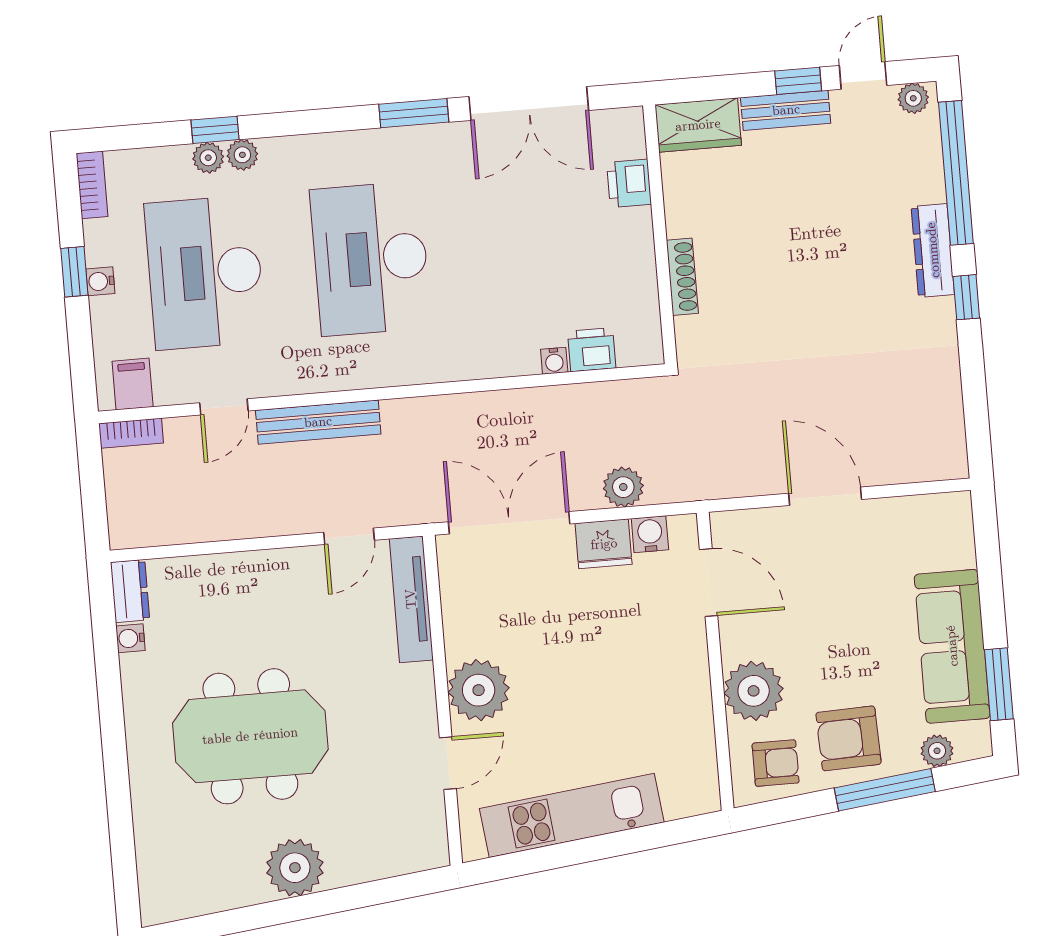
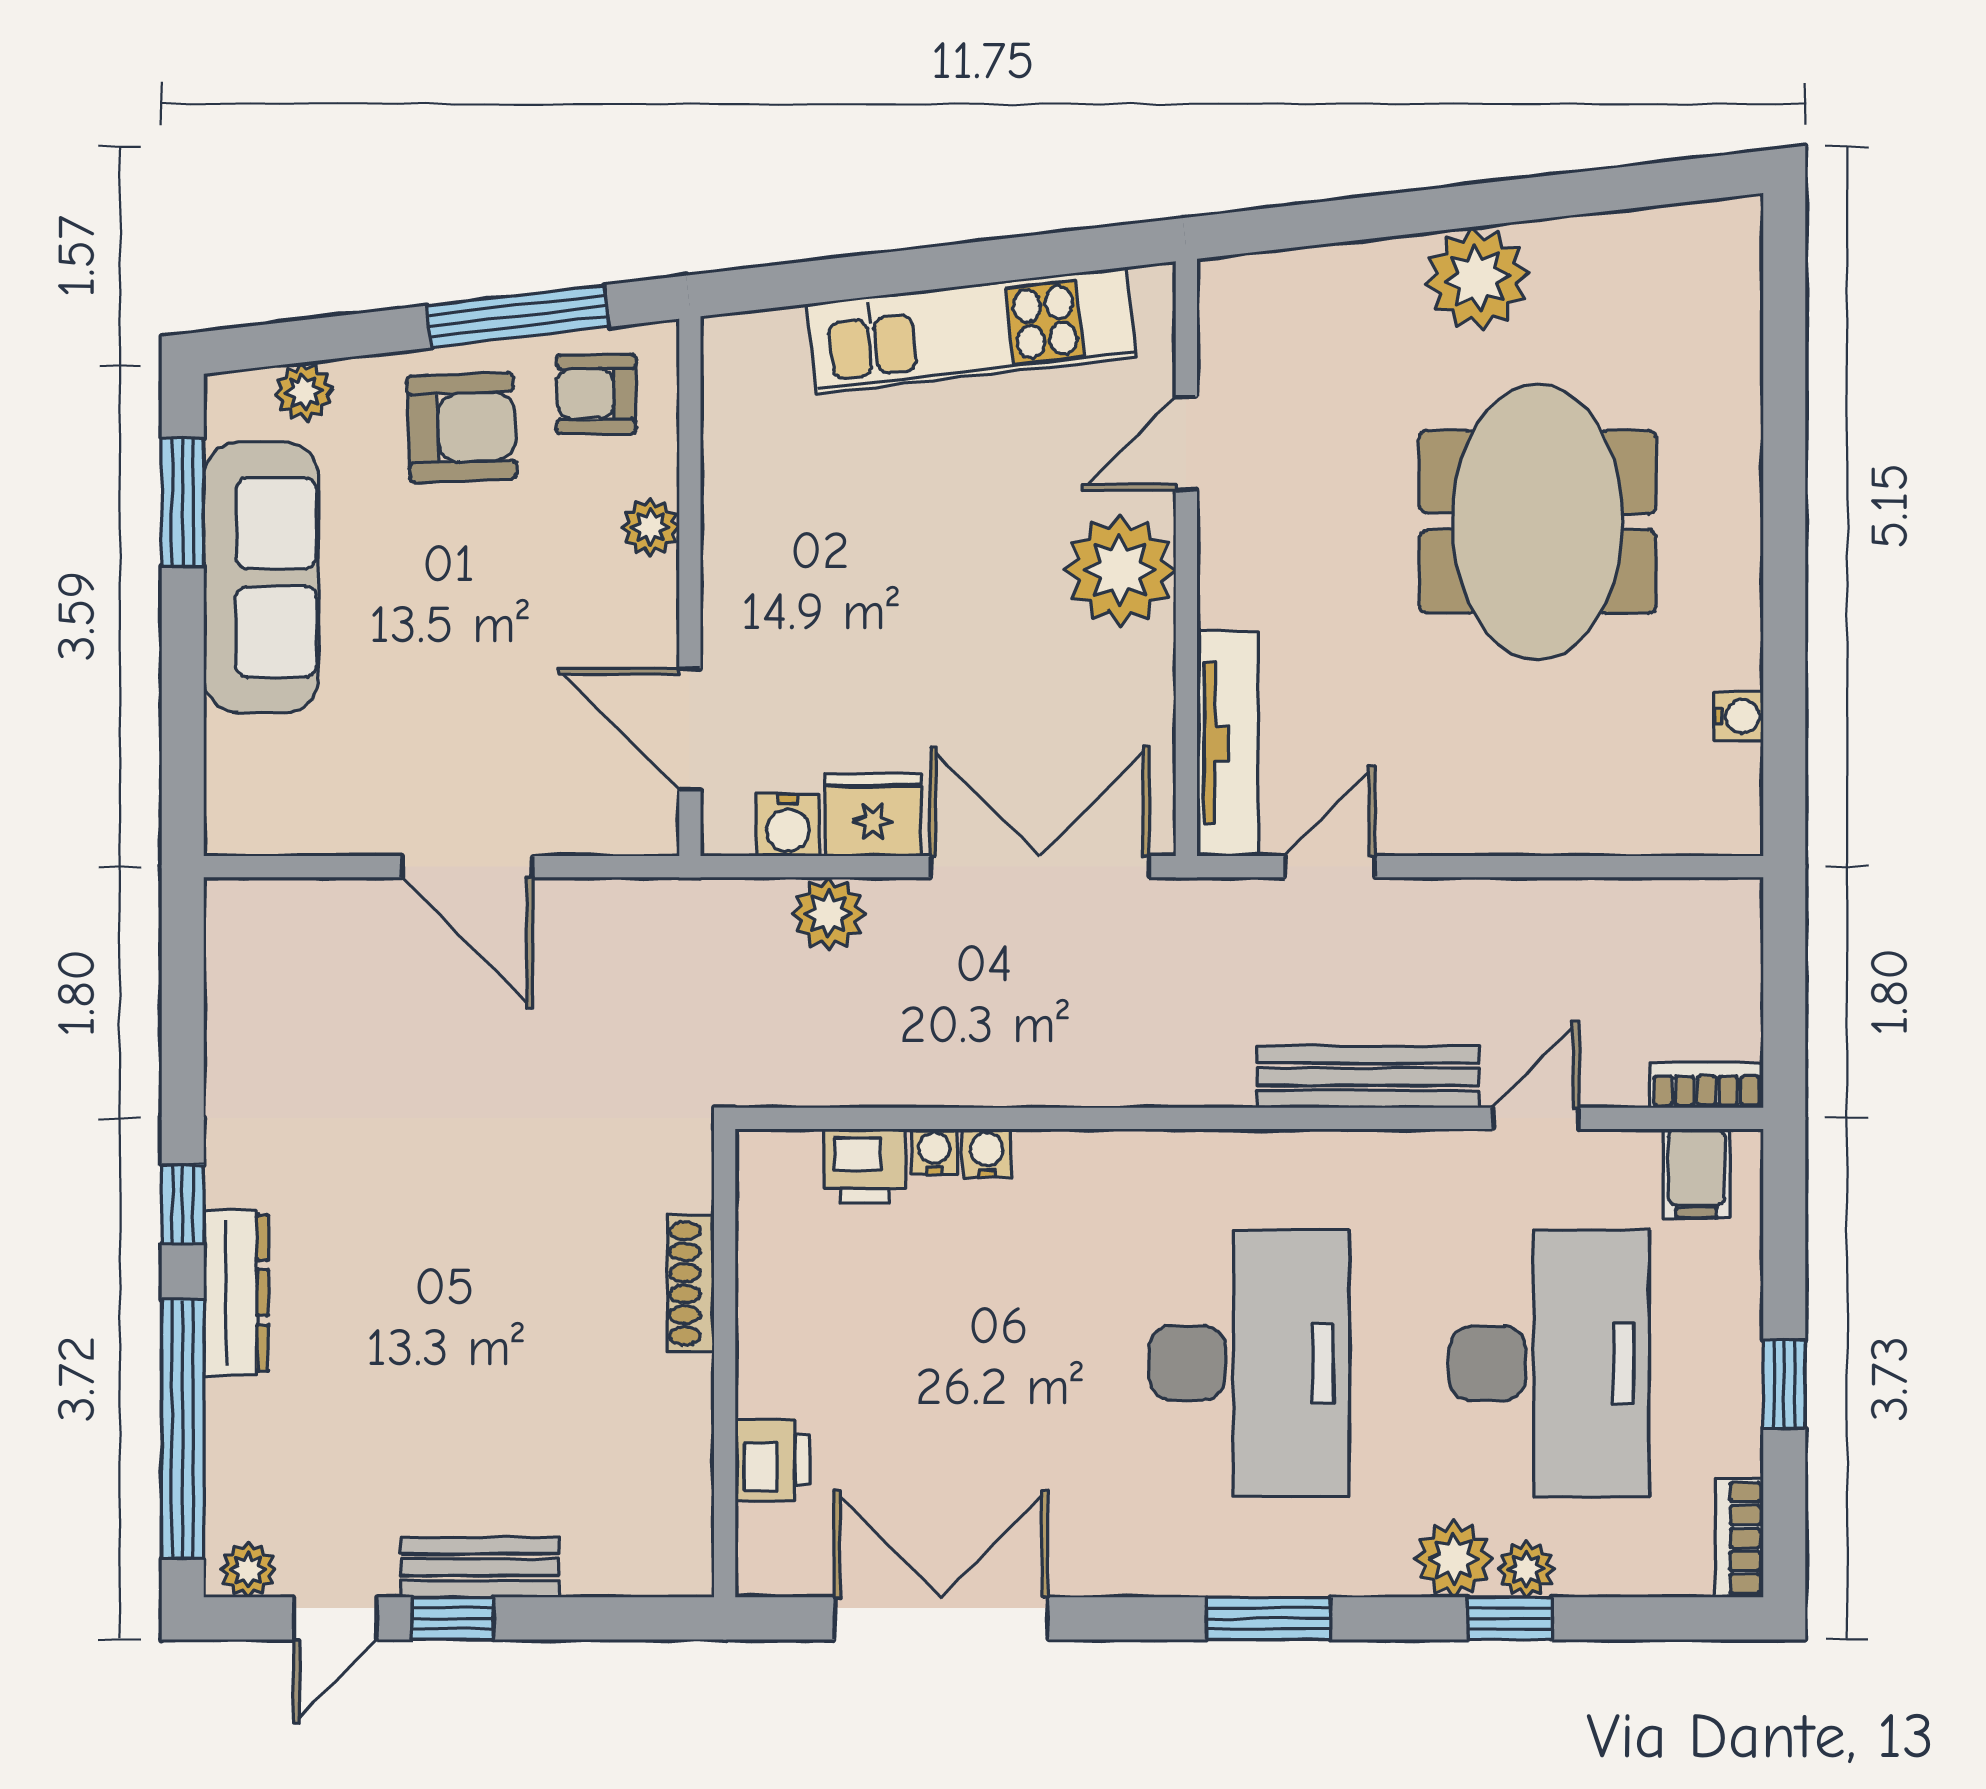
window: (414, 113) -> (1269, 1618), moved
wardrobe: (698, 125) -> (639, 1554), removed
plant: (242, 155) -> (1454, 1559), width x1.38, depth x1.38
water cooler: (100, 281) -> (987, 1153), moved, turned -90
double door: (509, 523) -> (1040, 867), swing flipped
dresser: (130, 591) -> (1732, 801), removed
plant: (754, 691) -> (650, 527), width x0.53, depth x0.53
meeting table: (250, 736) -> (1538, 522), turned 90
window: (885, 790) -> (518, 316), moved

